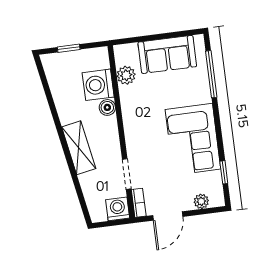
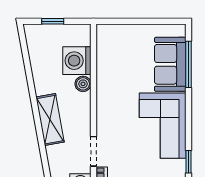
sofa: (167, 54) -> (170, 64), moved, turned 90
plant: (126, 75) -> (105, 55), removed

